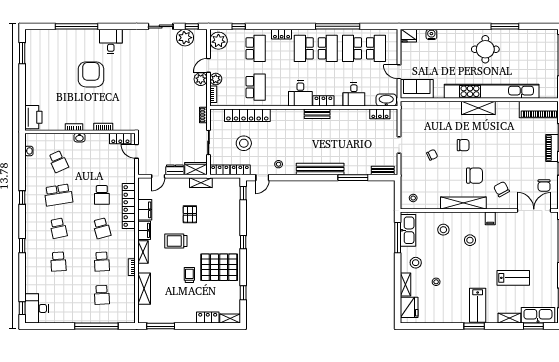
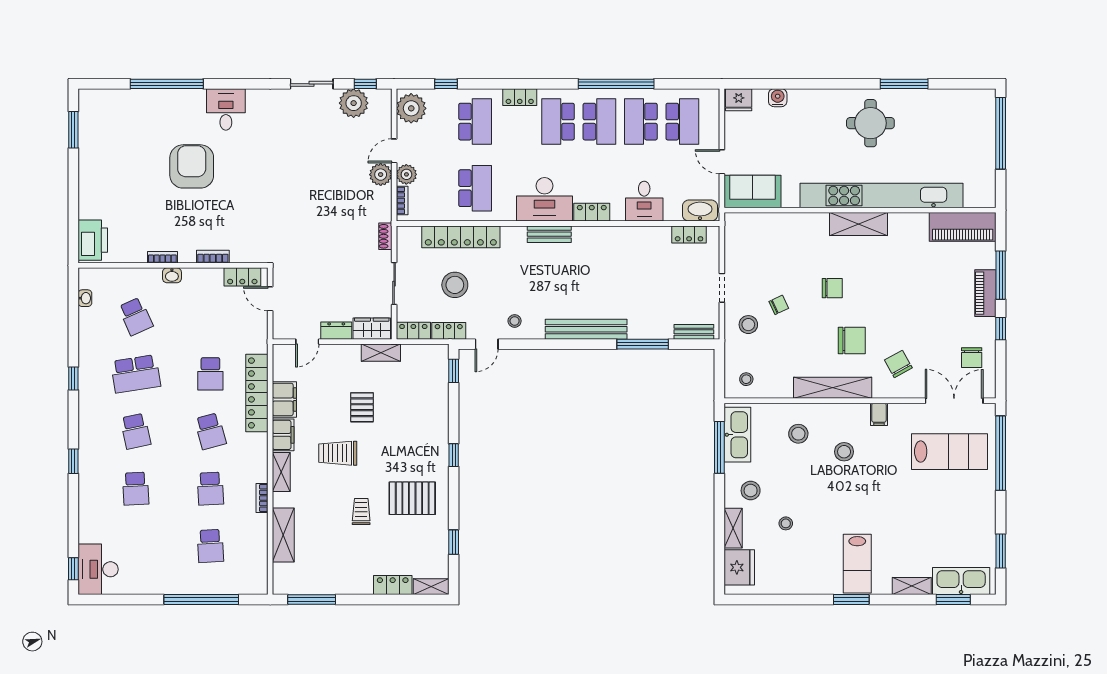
desk: (300, 94) -> (544, 199), width x1.37
bench: (317, 114) -> (549, 234), moved
stool: (414, 166) -> (748, 325), added
pallet: (219, 267) -> (412, 498), width x0.73, depth x0.71
lab bench: (513, 278) -> (949, 452), moved, width x1.36, depth x1.39

